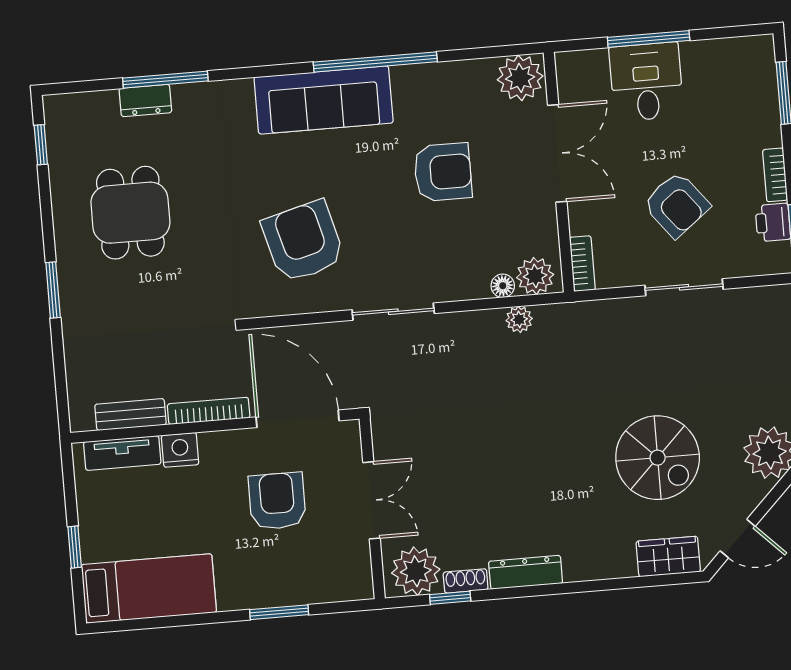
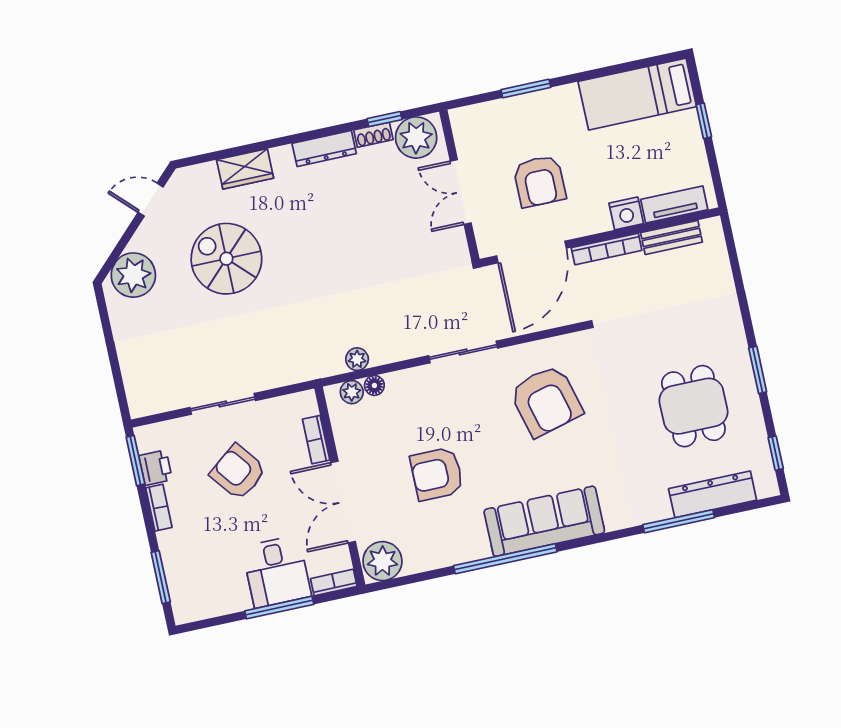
bookcase: (581, 60) -> (334, 582), added
dresser: (145, 100) -> (713, 494), width x1.96, depth x1.24
bookcase: (582, 264) -> (316, 440), moved
plant: (535, 276) -> (352, 392), width x0.73, depth x0.73
window: (53, 290) -> (758, 370), moved
door: (298, 419) -> (531, 252), hinge flipped
wardrobe: (668, 557) -> (245, 169), moved

